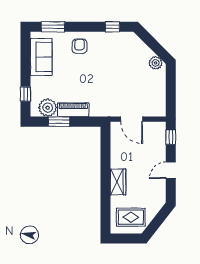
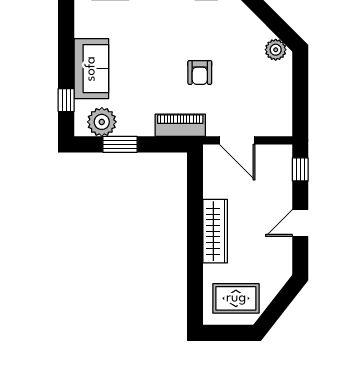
armchair: (80, 46) -> (200, 72), moved, turned 180
sofa: (41, 57) -> (91, 69), moved
piano: (73, 110) -> (180, 125), moved
wardrobe: (118, 182) -> (215, 231), width x1.50

